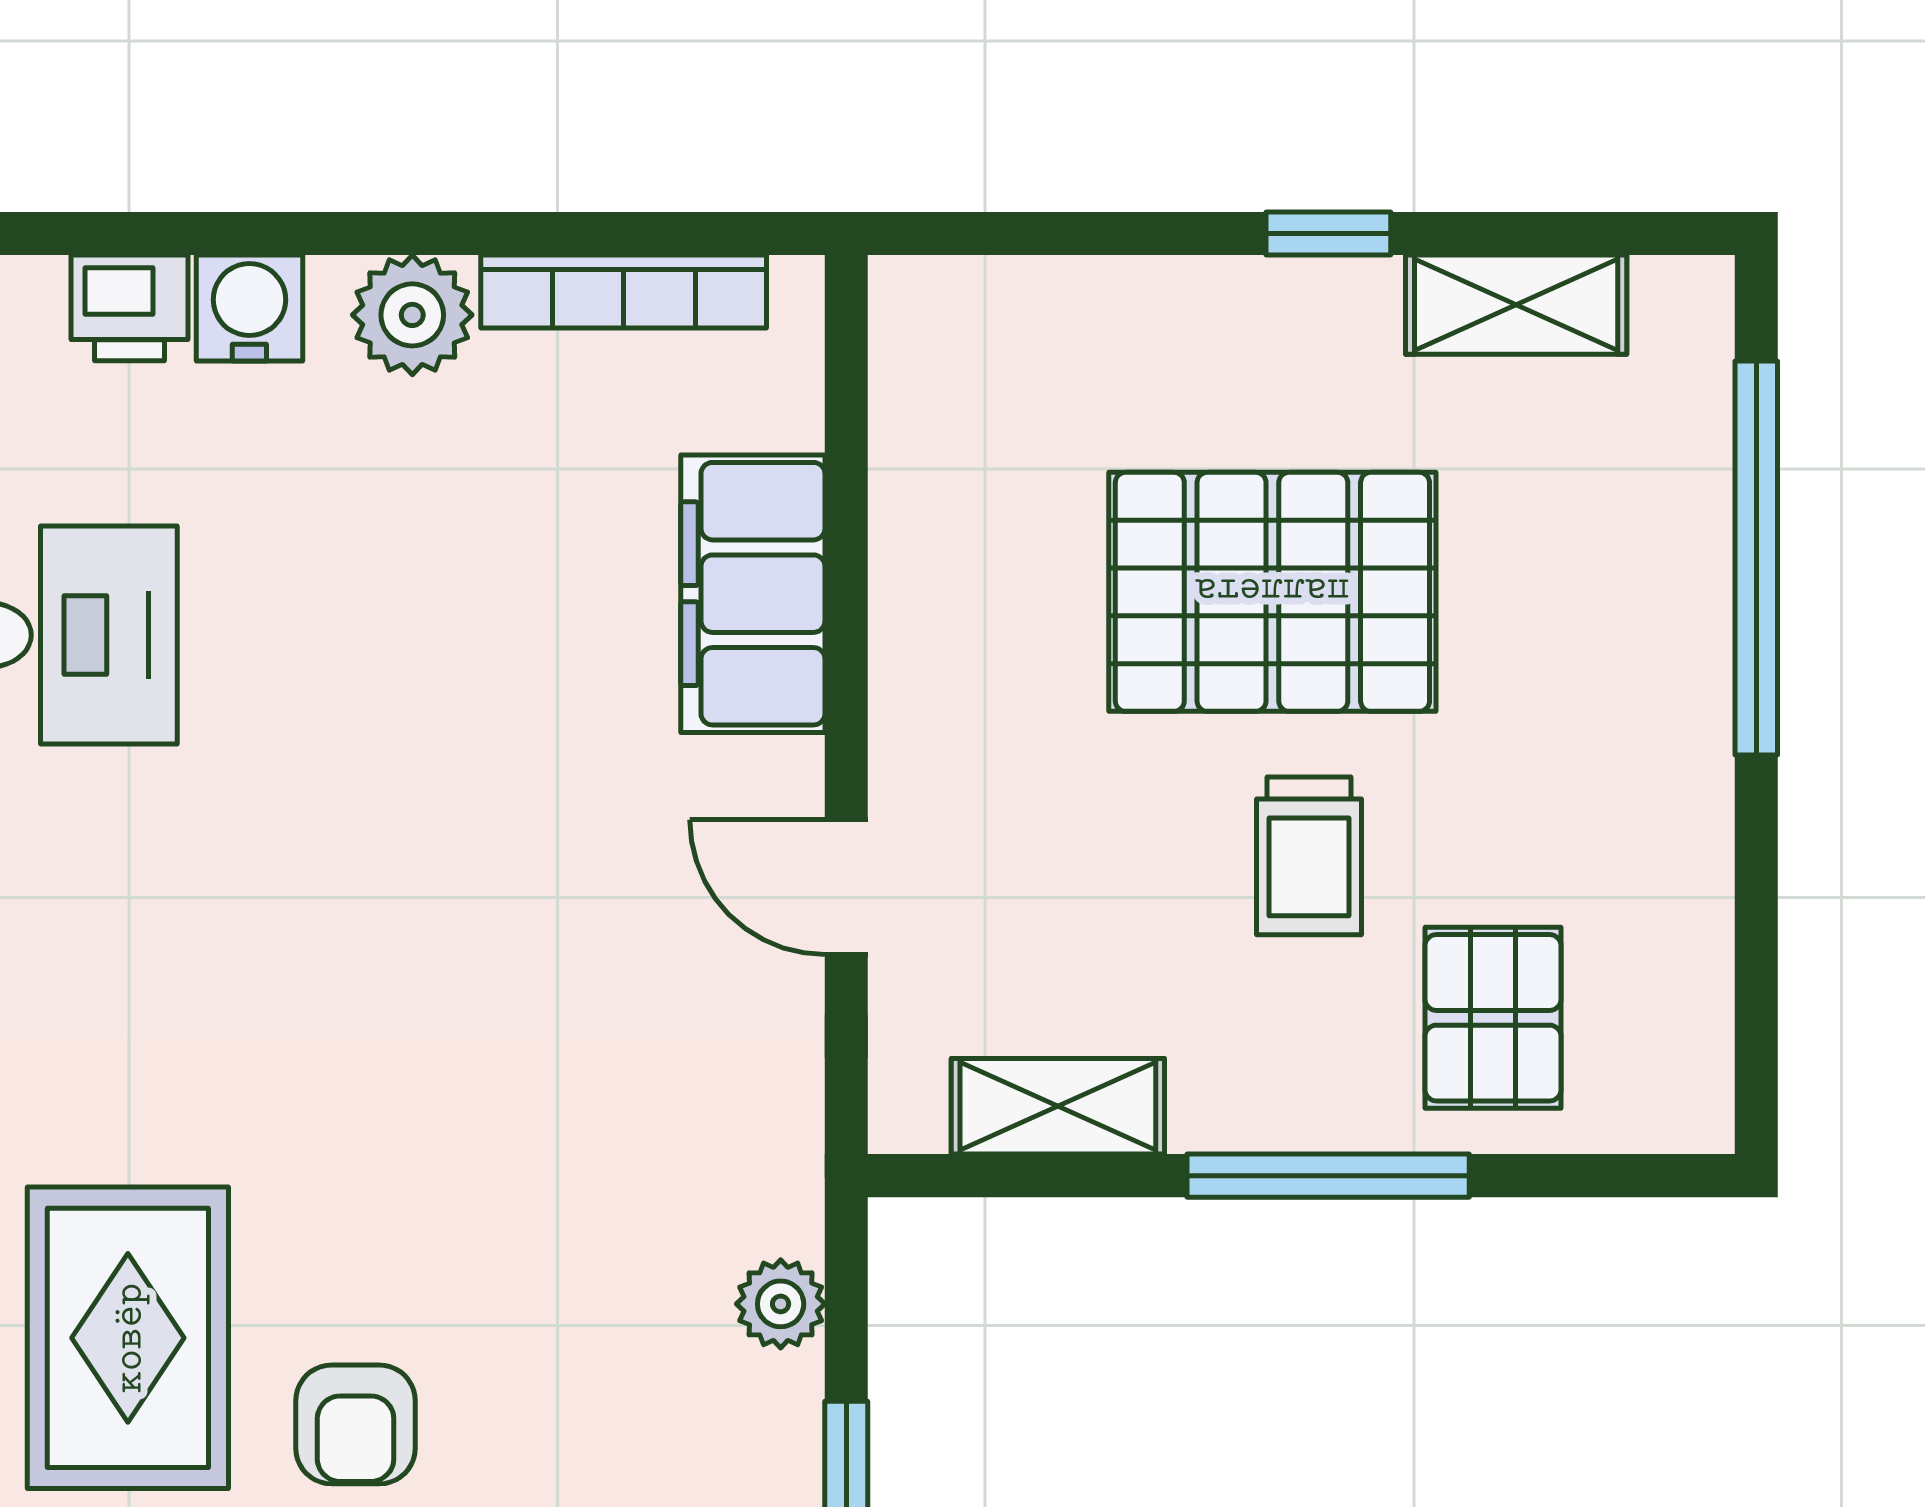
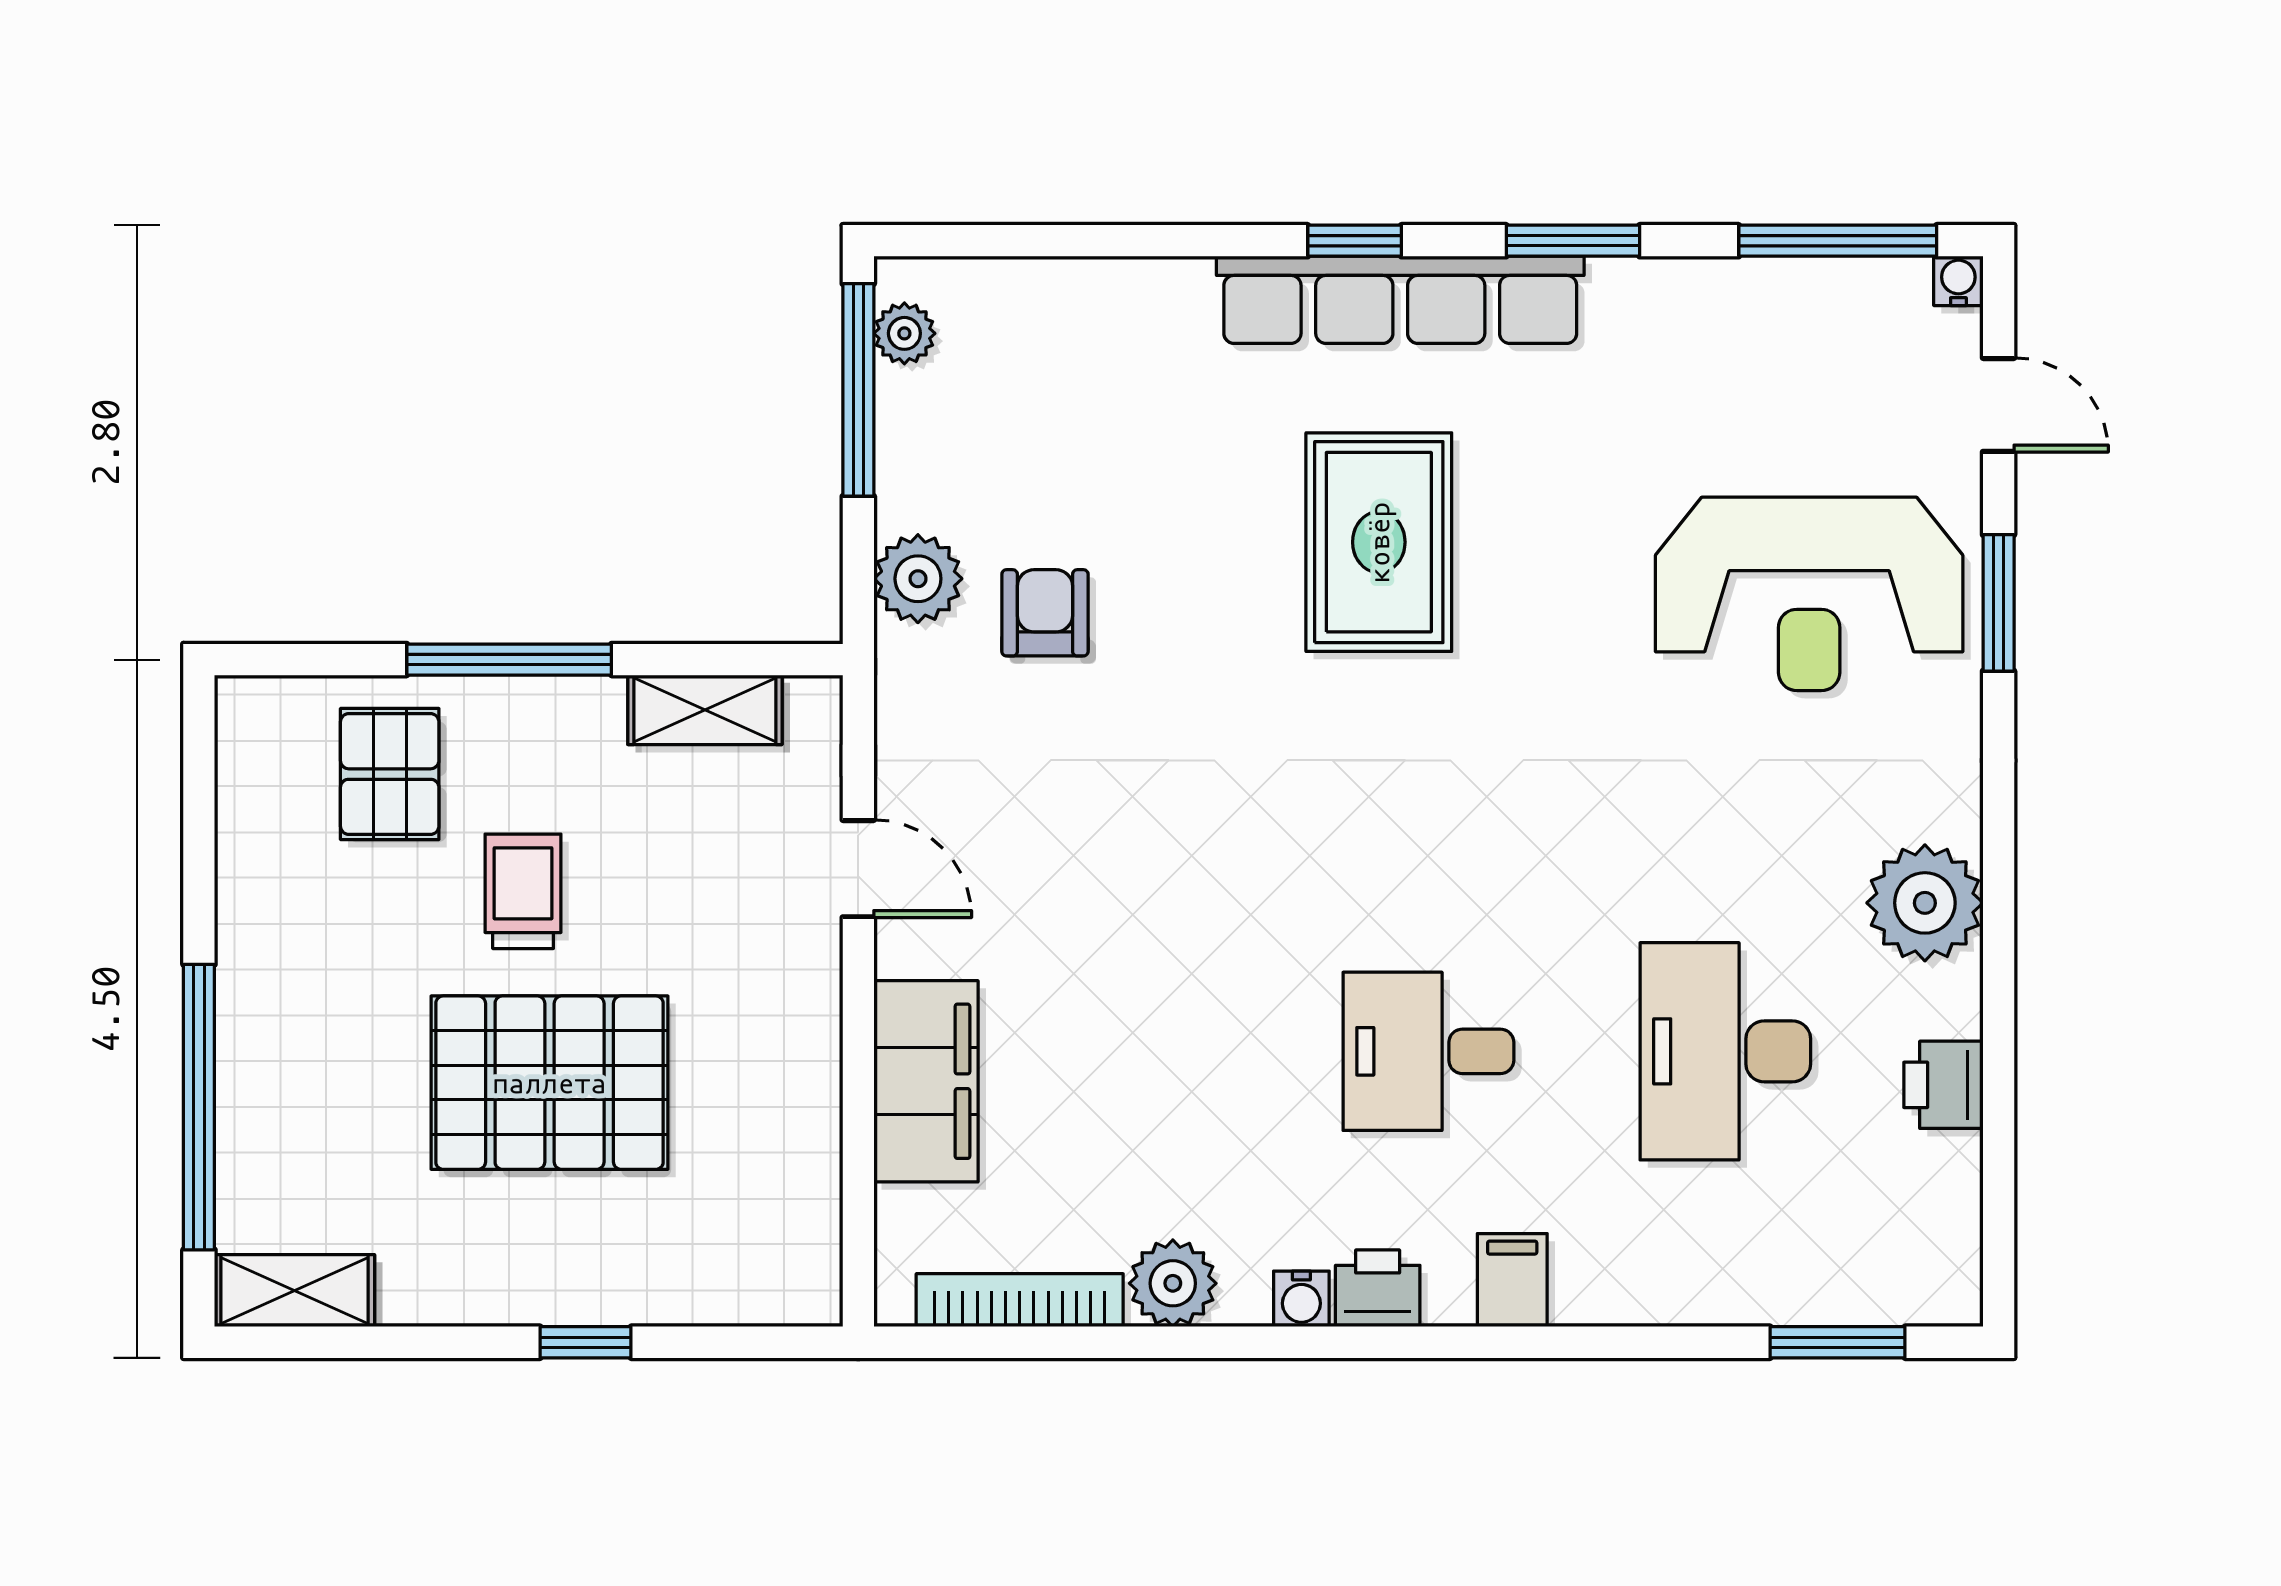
window: (1328, 234) -> (586, 1342), moved
shelving: (1516, 305) -> (295, 1291), moved
water cooler: (249, 308) -> (1301, 1299), width x0.72, depth x0.72
plant: (781, 1304) -> (918, 579), width x1.38, depth x1.38
armchair: (356, 1424) -> (1045, 613), moved

